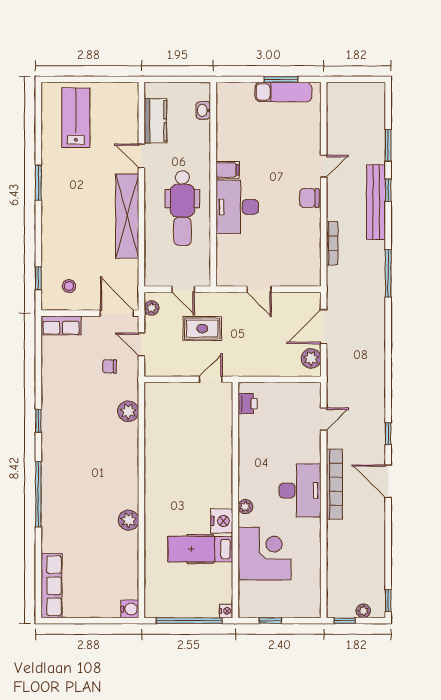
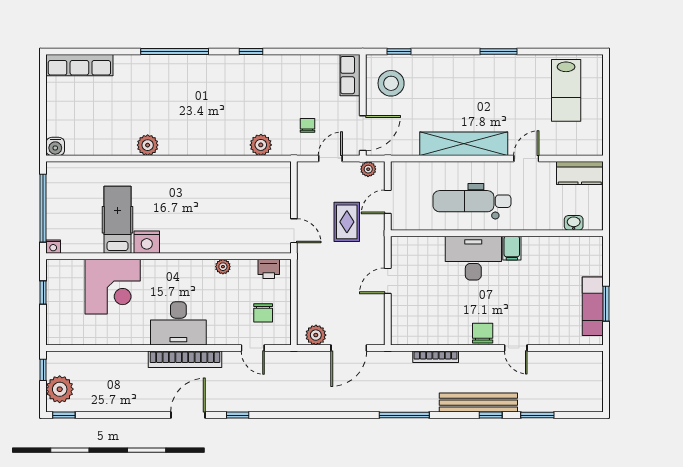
lab bench: (76, 118) -> (566, 90), turned 90
kitchen counter: (155, 121) -> (580, 173), moved
stool: (69, 286) -> (391, 83), width x1.89, depth x1.89
door: (324, 327) -> (349, 348), swing flipped
chair: (290, 409) -> (263, 313), added
plant: (245, 507) -> (223, 267), moved
plant: (363, 611) -> (60, 389), width x1.88, depth x1.88

